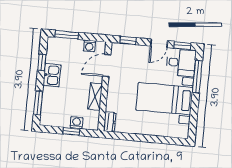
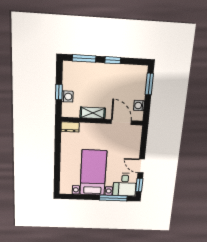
window: (128, 40) -> (144, 140), removed
window: (42, 62) -> (113, 60), moved
kitchen sink: (52, 75) -> (111, 71), removed

